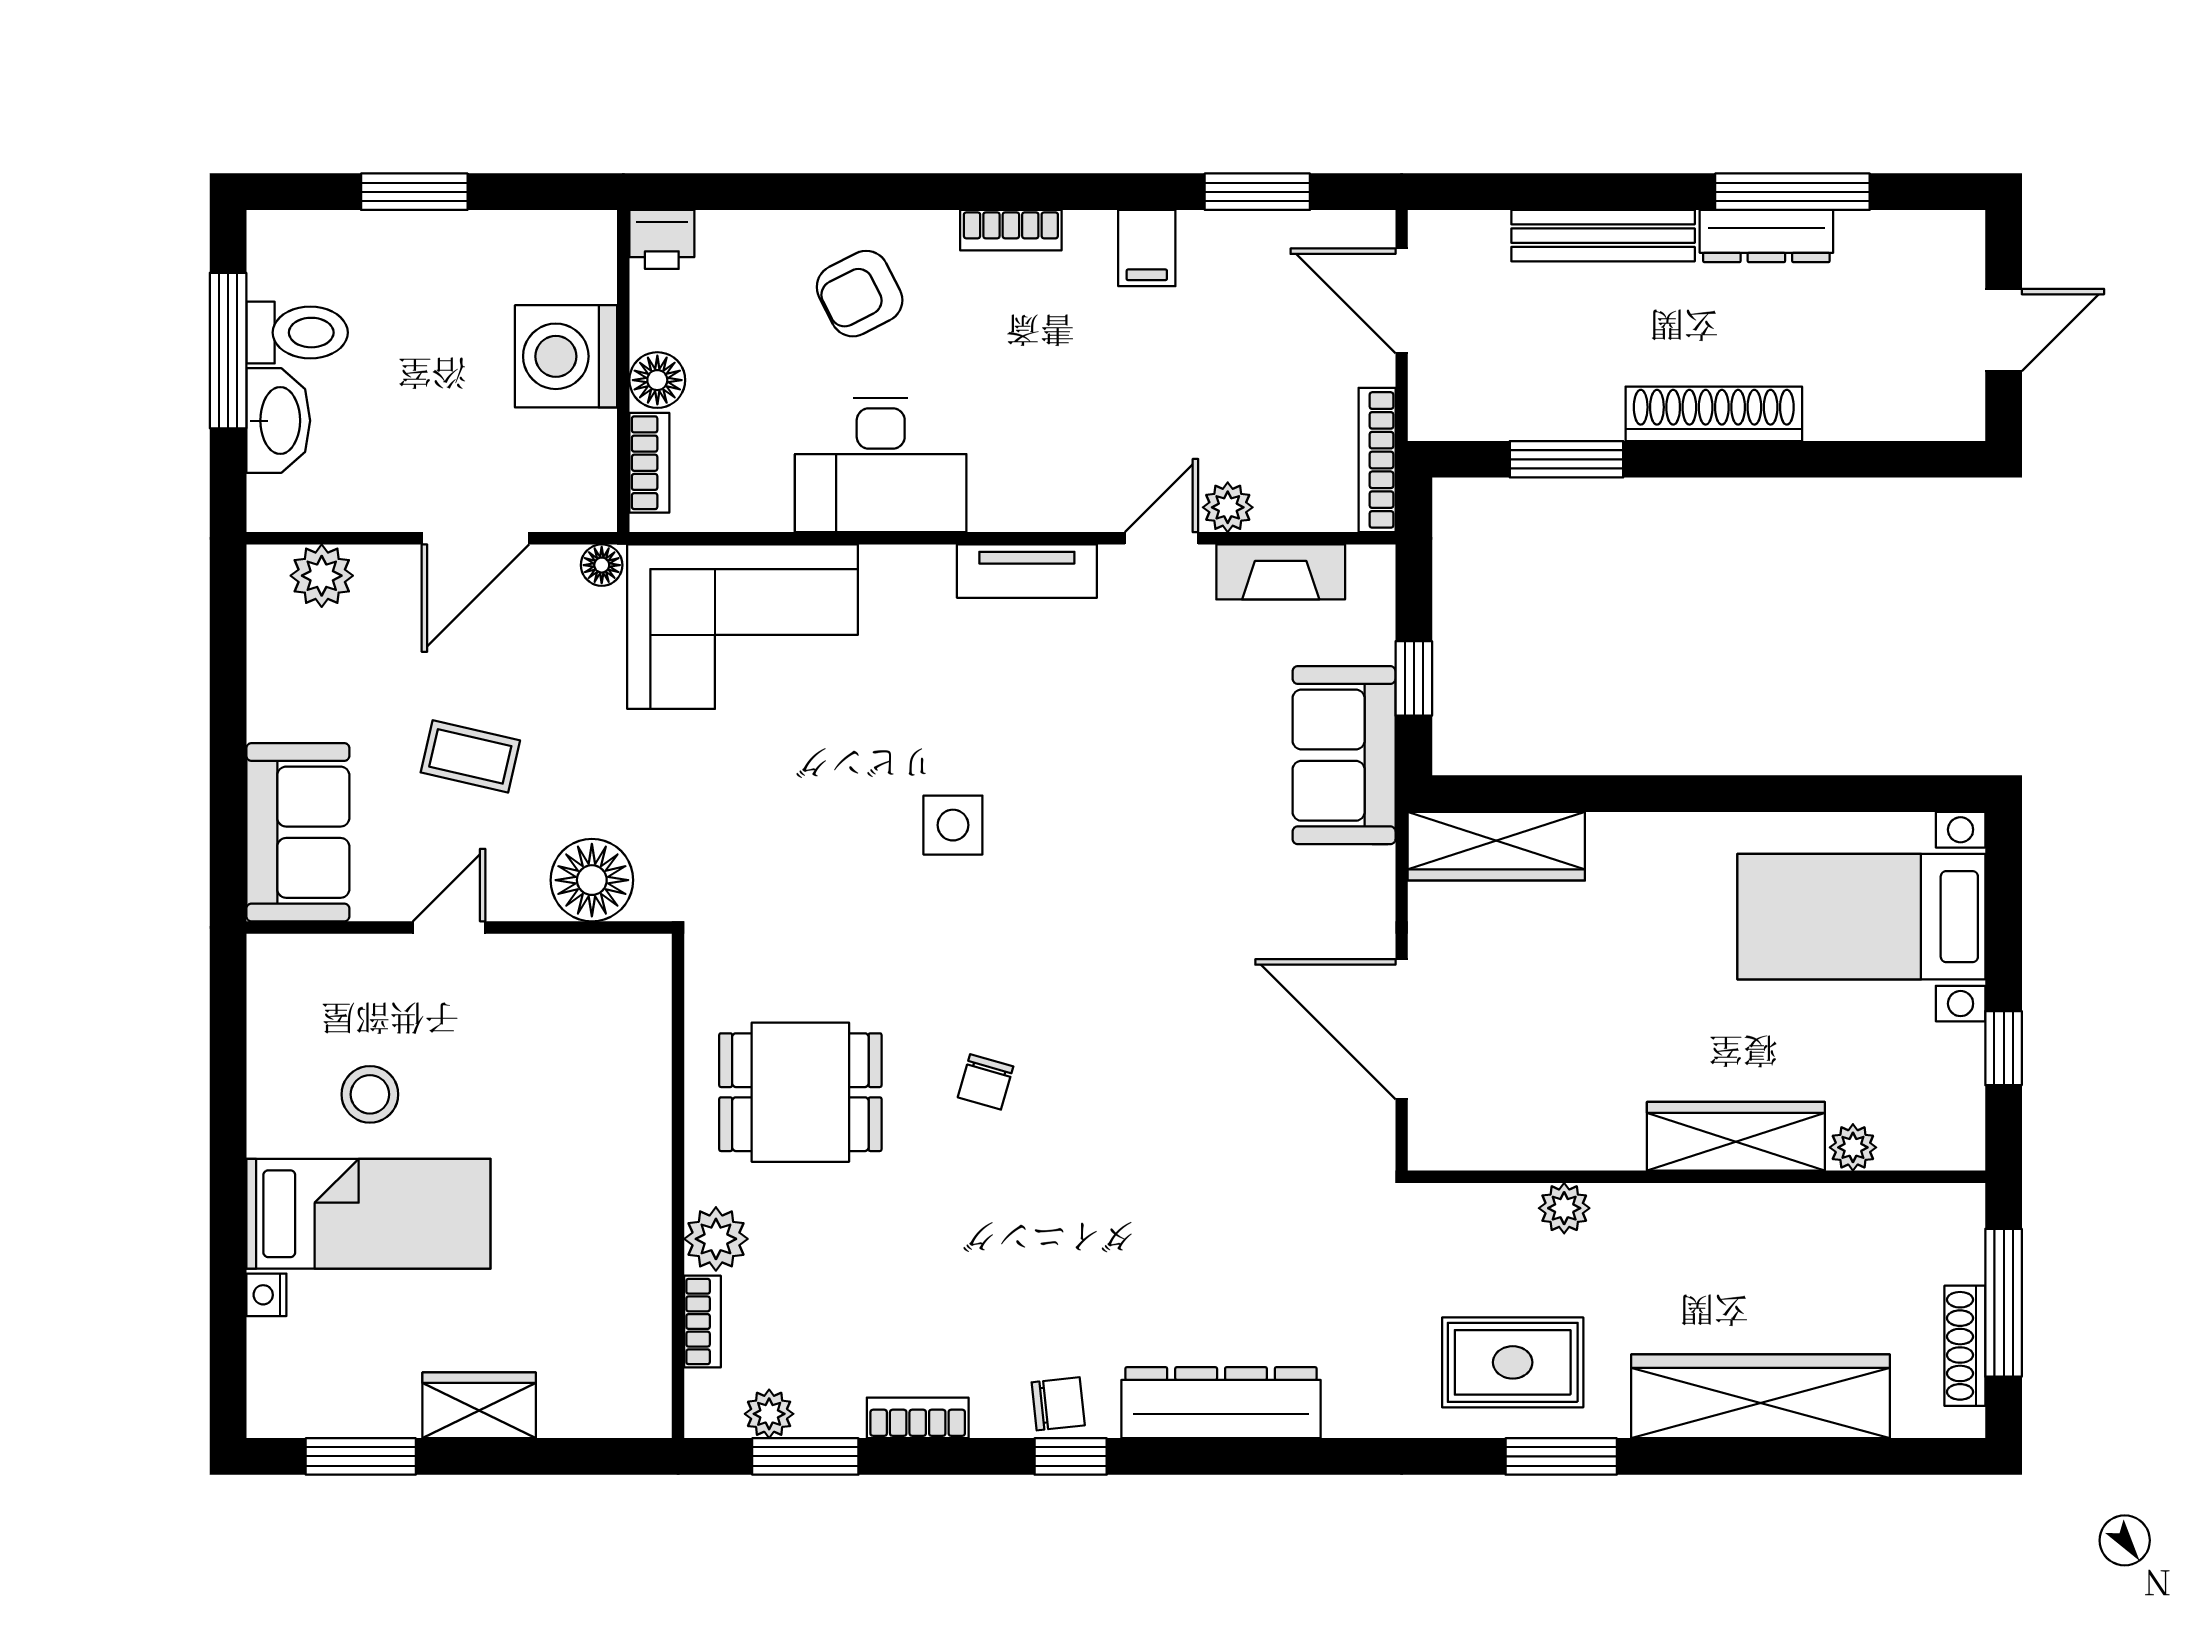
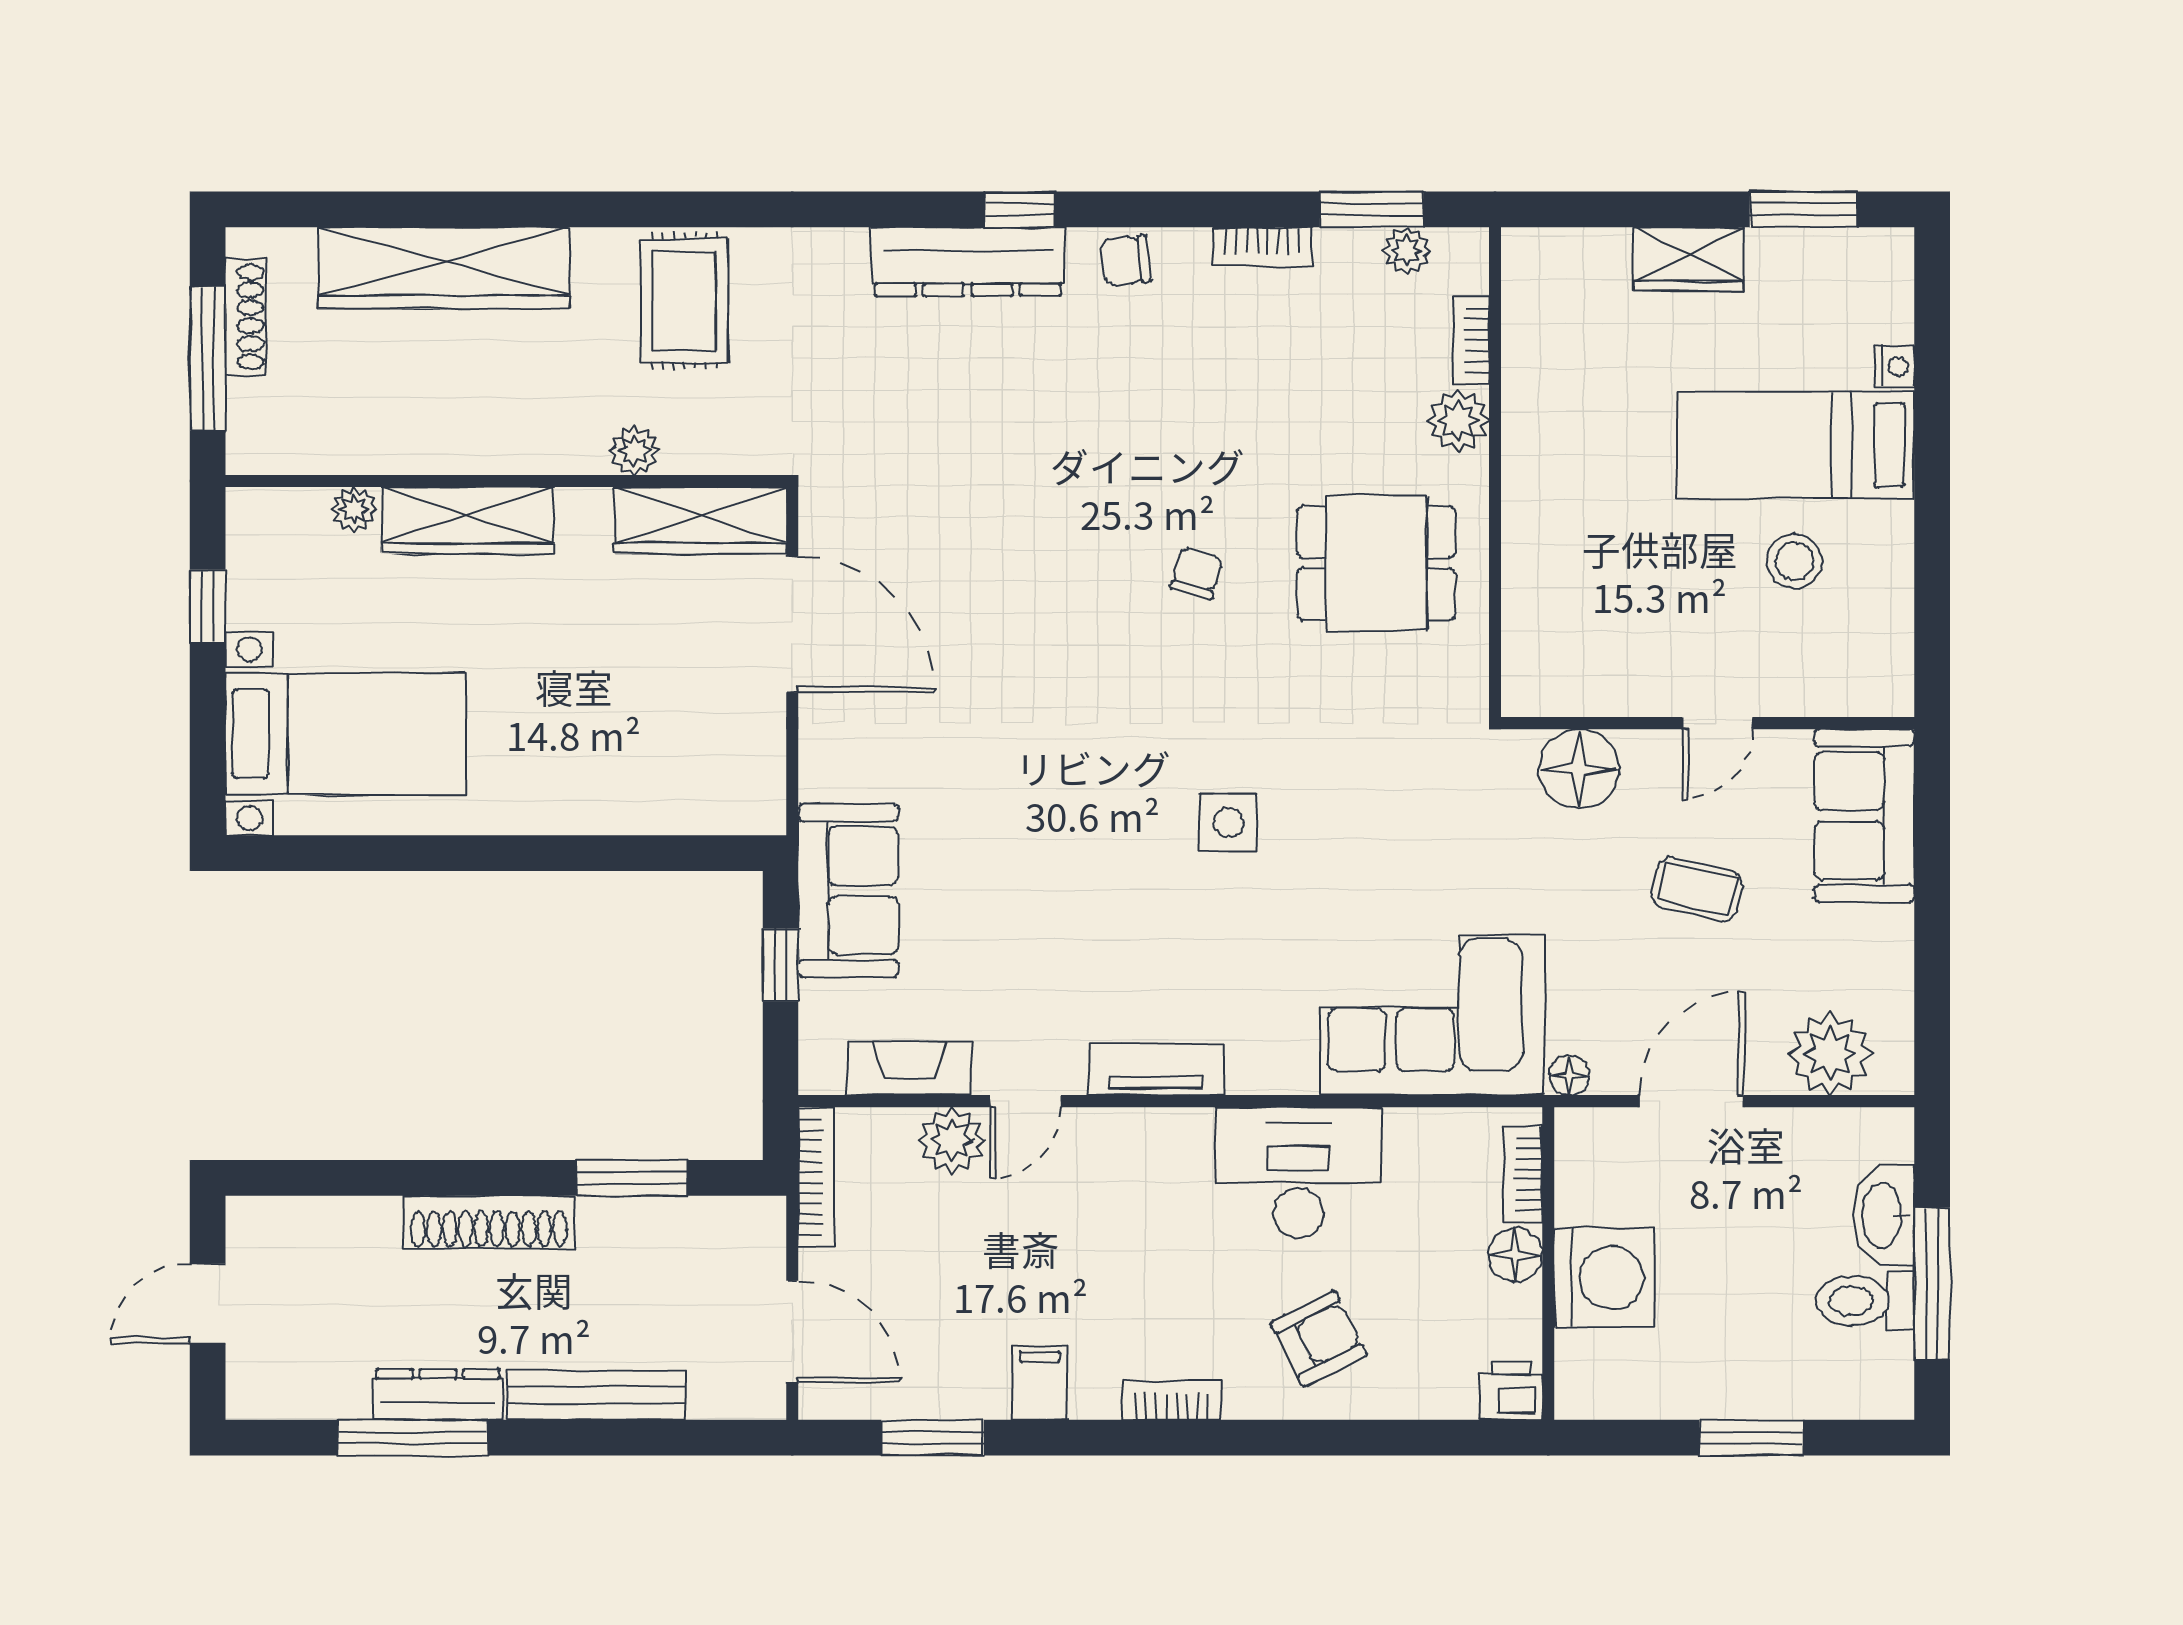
plant: (1228, 507) -> (952, 1140), width x1.38, depth x1.38
plant: (322, 576) -> (1830, 1054), width x1.36, depth x1.36
wardrobe: (1496, 846) -> (700, 520), moved, turned 180
rug: (1513, 1362) -> (684, 301), turned 90
window: (1071, 1456) -> (1020, 209), moved
window: (1561, 1456) -> (637, 209), removed

